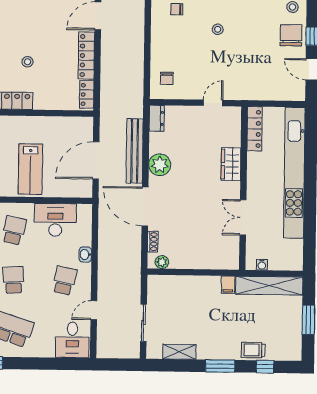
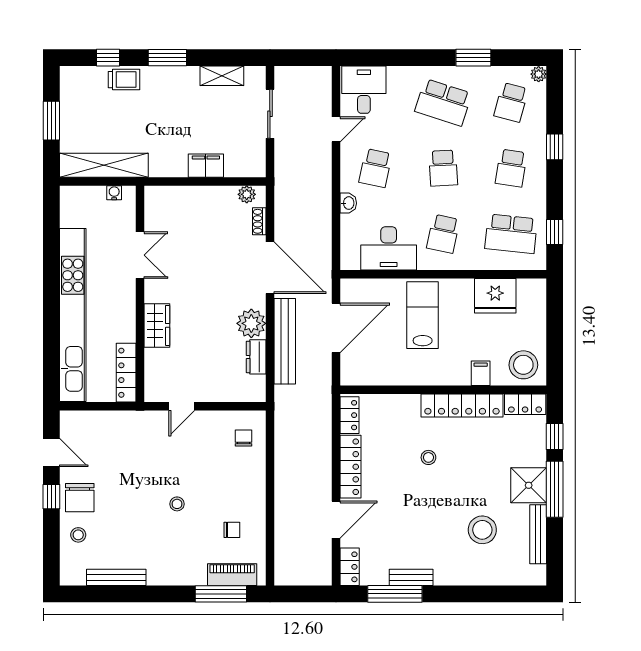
dresser: (157, 118) -> (256, 357), moved
filing cabinet: (228, 285) -> (206, 166), moved, width x2.00

